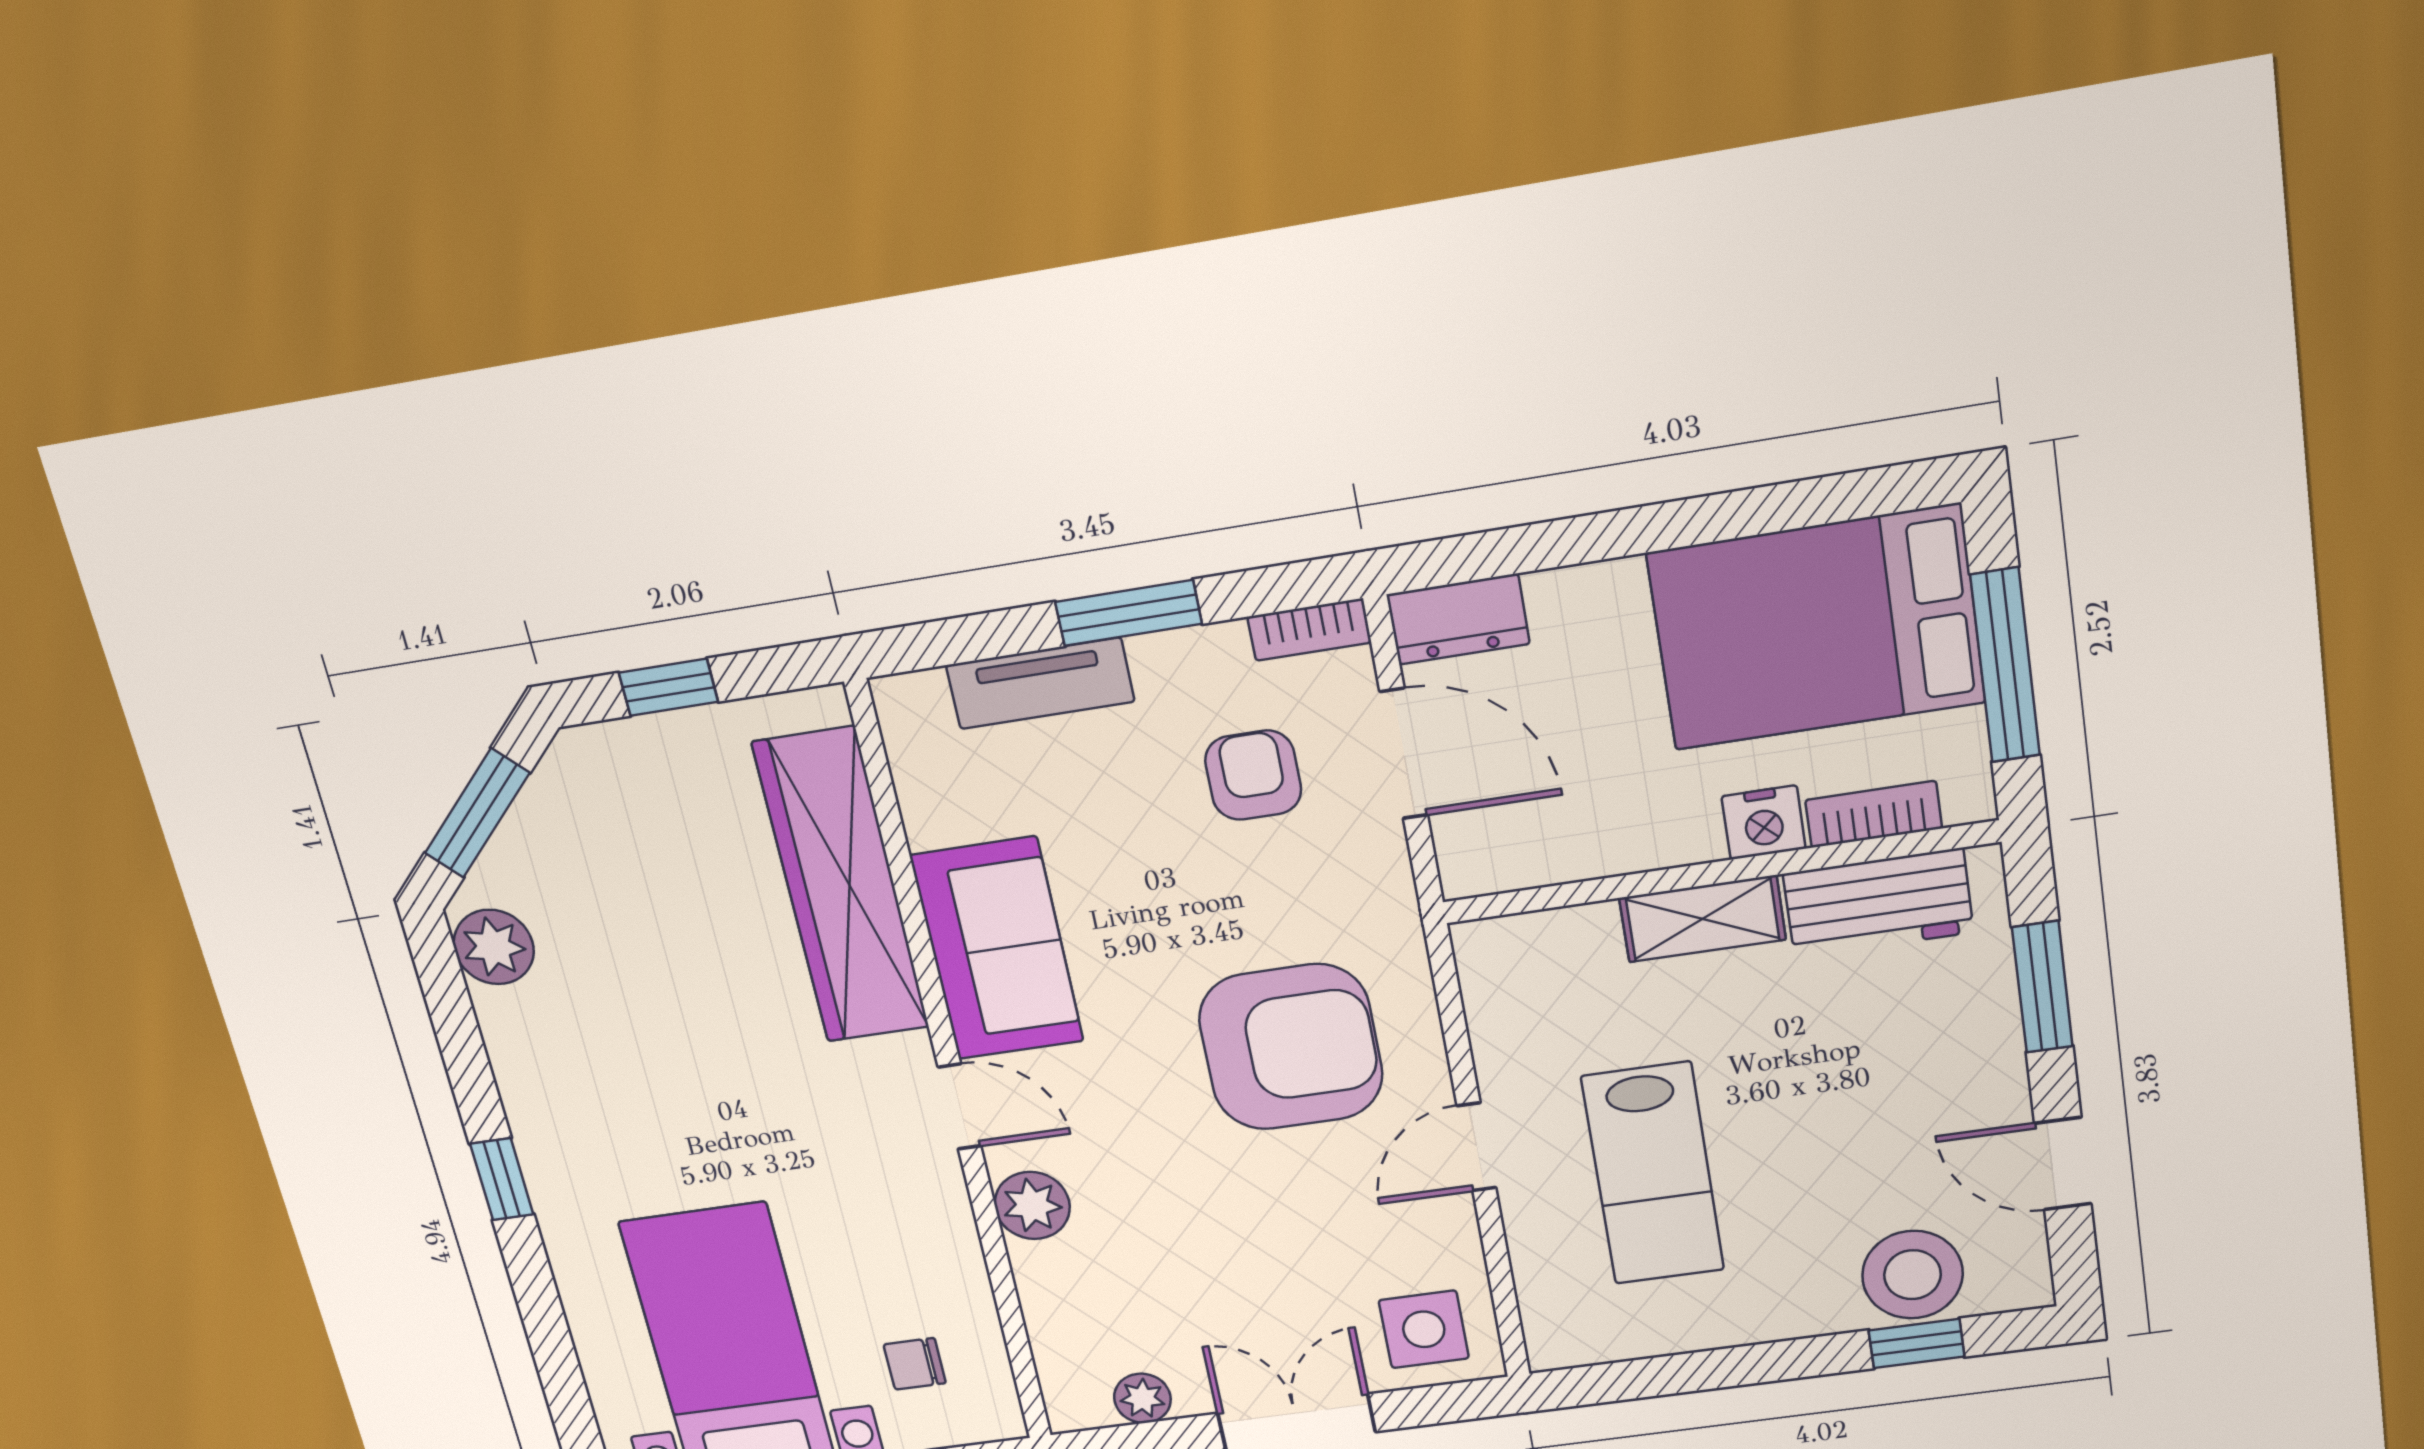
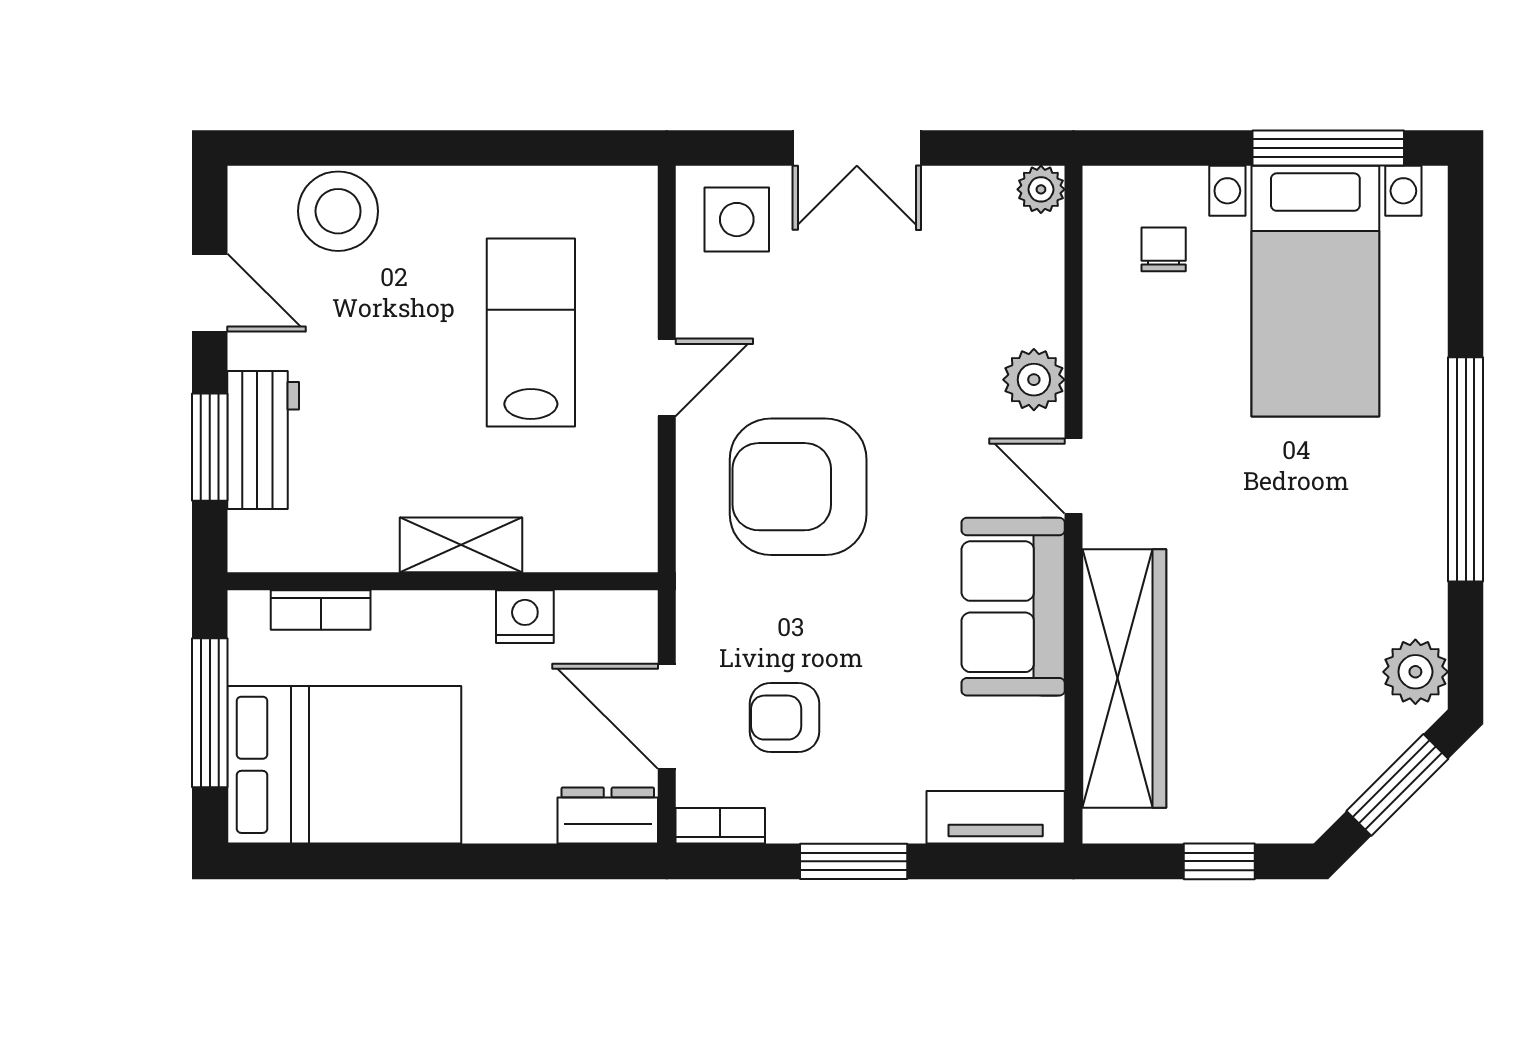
tv unit: (1040, 683) -> (996, 817), moved
armchair: (1253, 775) -> (784, 718), turned 90
nightstand: (1764, 823) -> (525, 617), moved
workbench: (1878, 903) -> (263, 440), moved, turned 90
window: (502, 1179) -> (1466, 469), width x3.17
window: (1917, 1343) -> (342, 148), removed
chair: (915, 1364) -> (1164, 249), turned -90
plant: (1142, 1398) -> (1041, 189), moved

